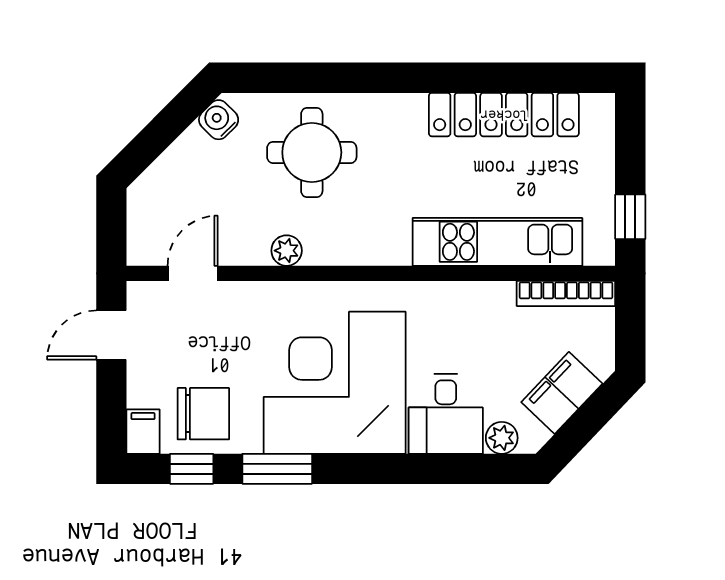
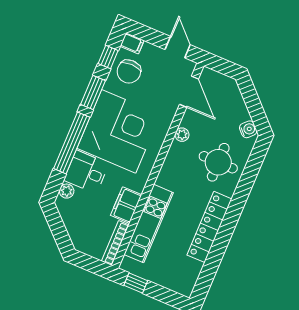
locker: (504, 115) -> (209, 227), moved
door: (193, 273) -> (189, 92), width x1.38
filing cabinet: (562, 393) -> (126, 205), moved, turned -134
window: (399, 469) -> (72, 143), added

